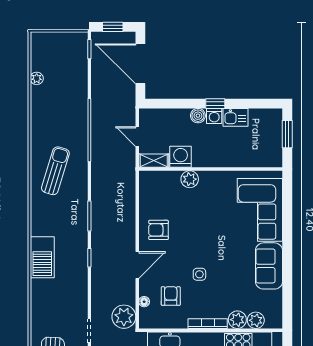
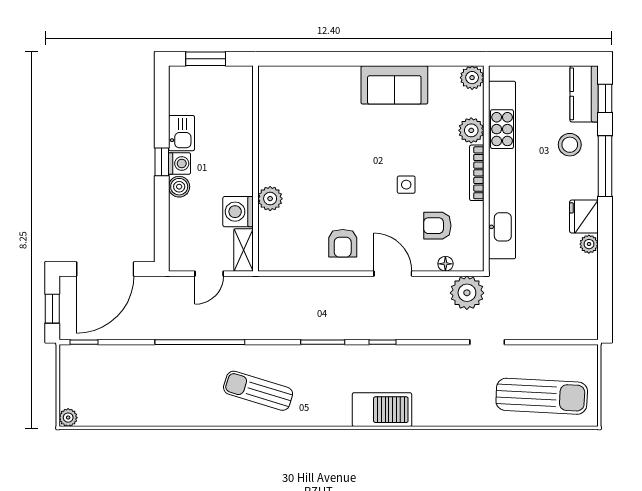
plant: (37, 78) -> (68, 418), moved
corner sofa: (260, 210) -> (314, 98), removed
plant: (256, 320) -> (472, 78), moved

